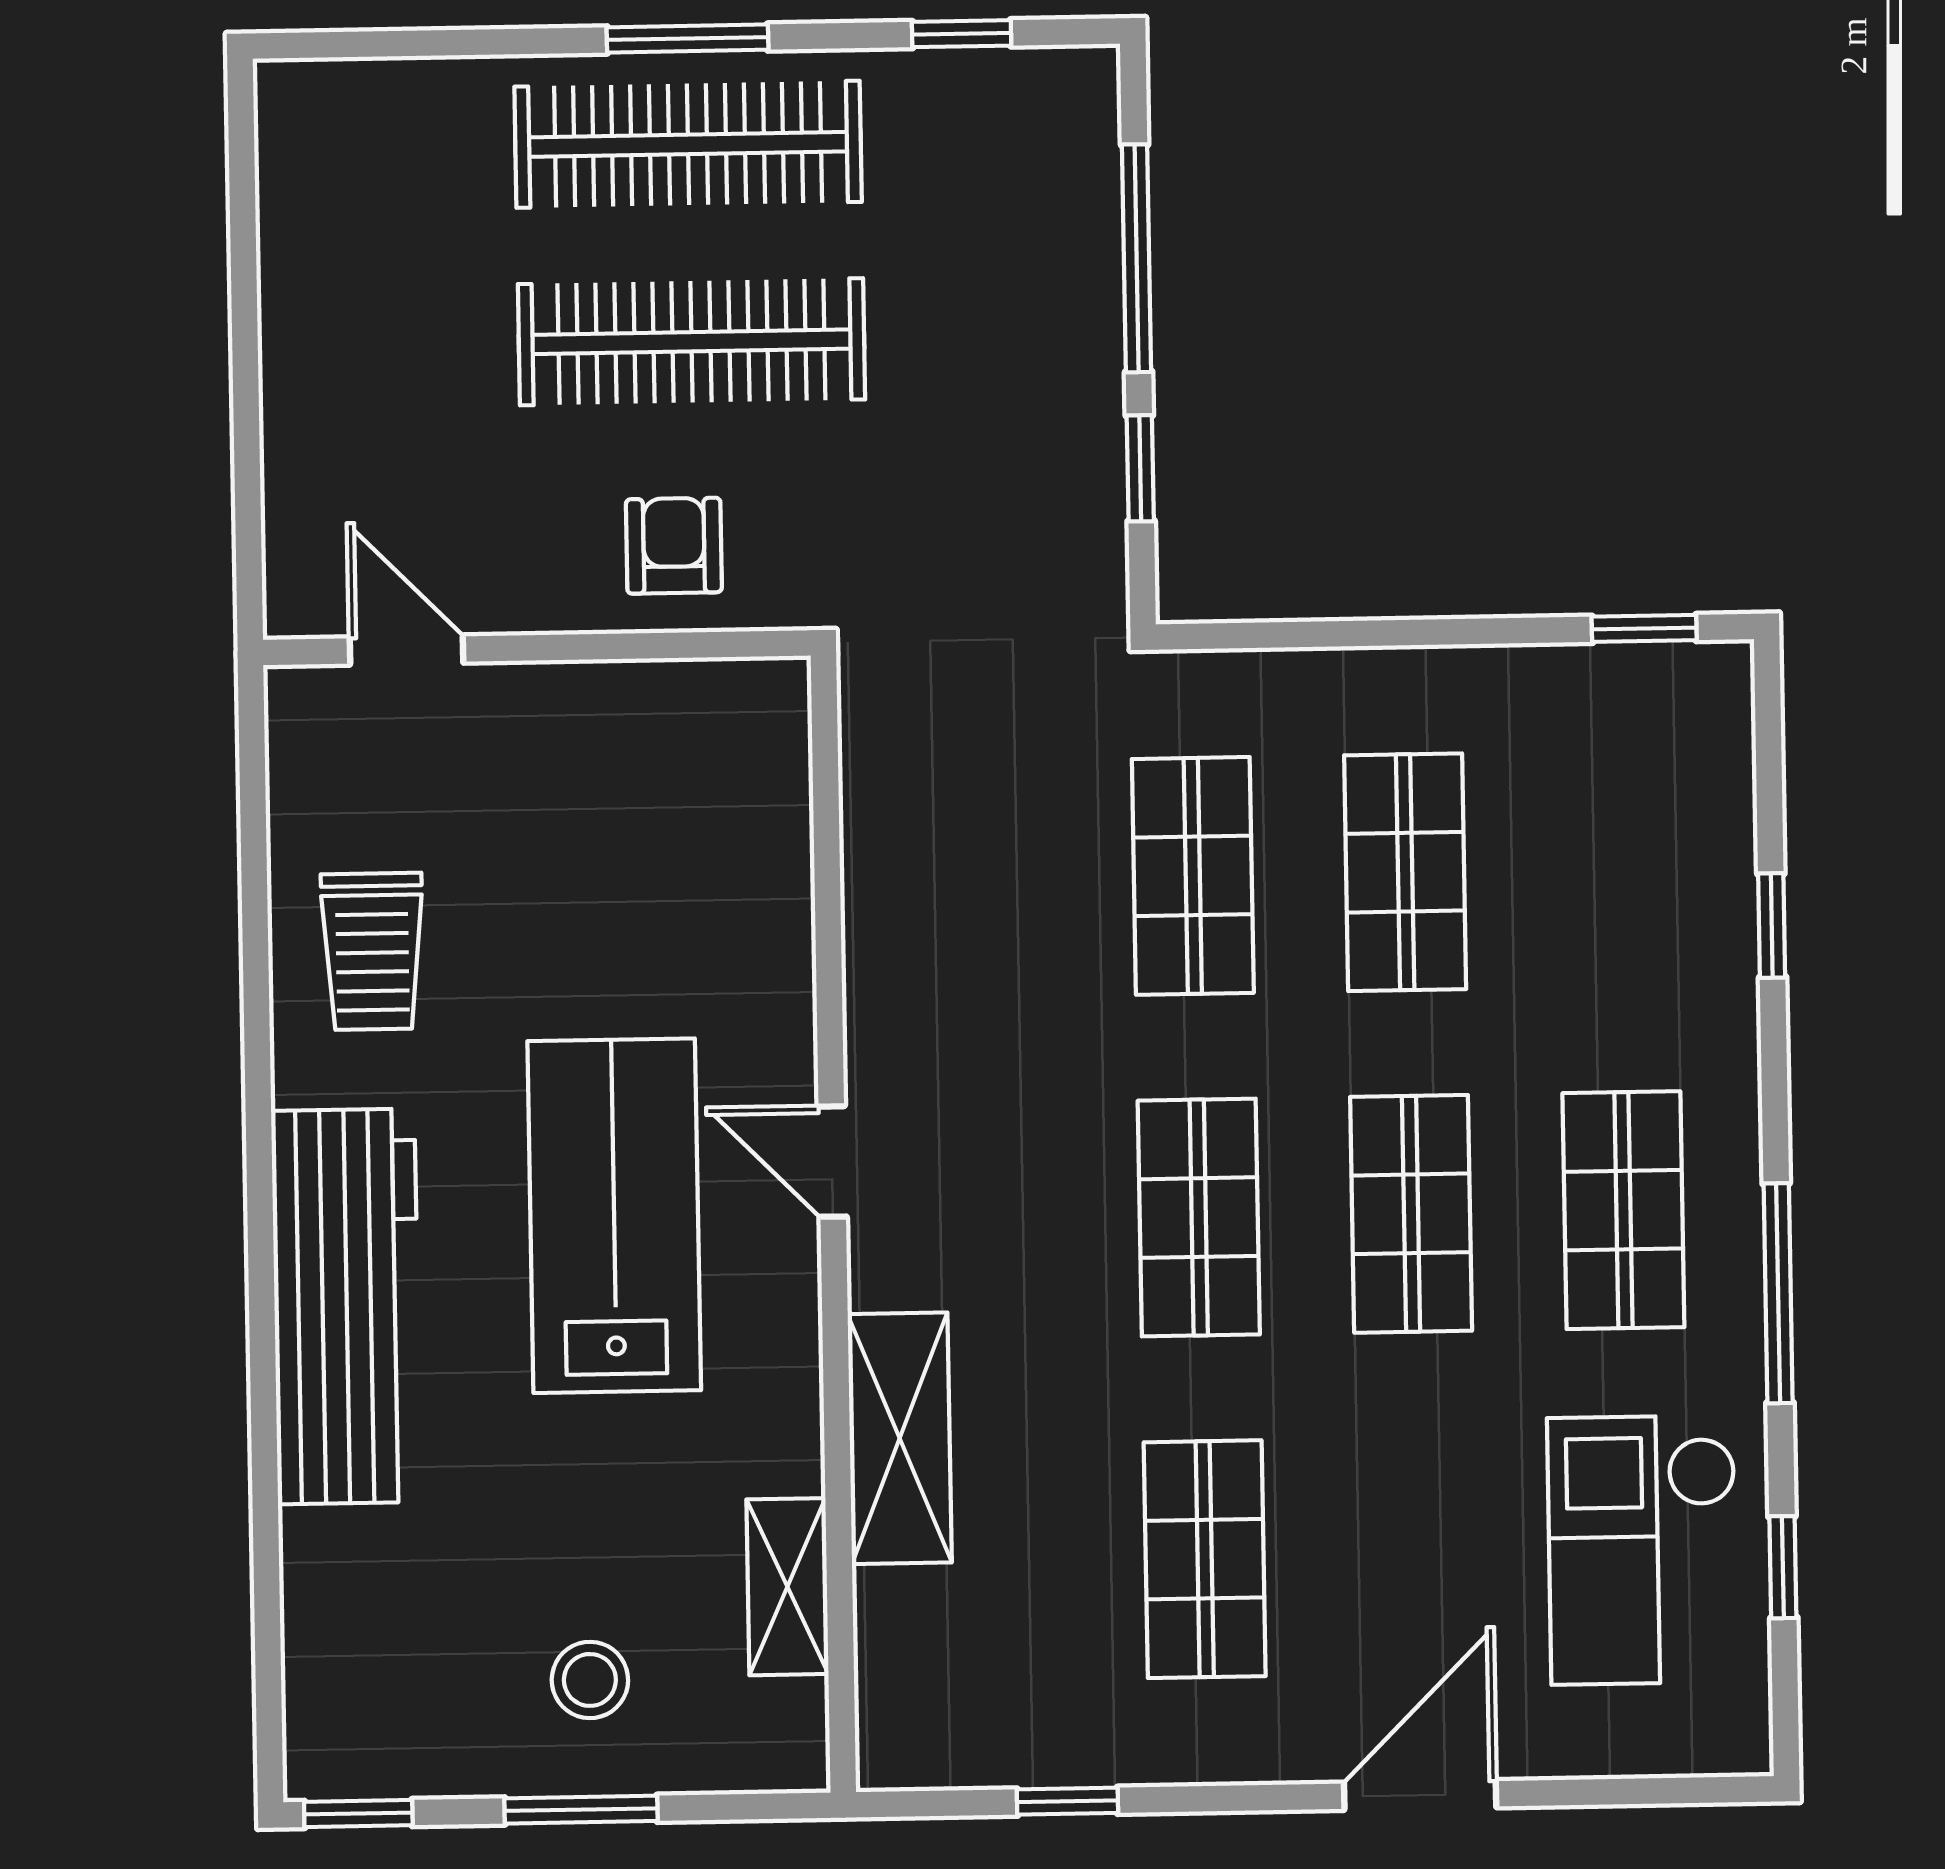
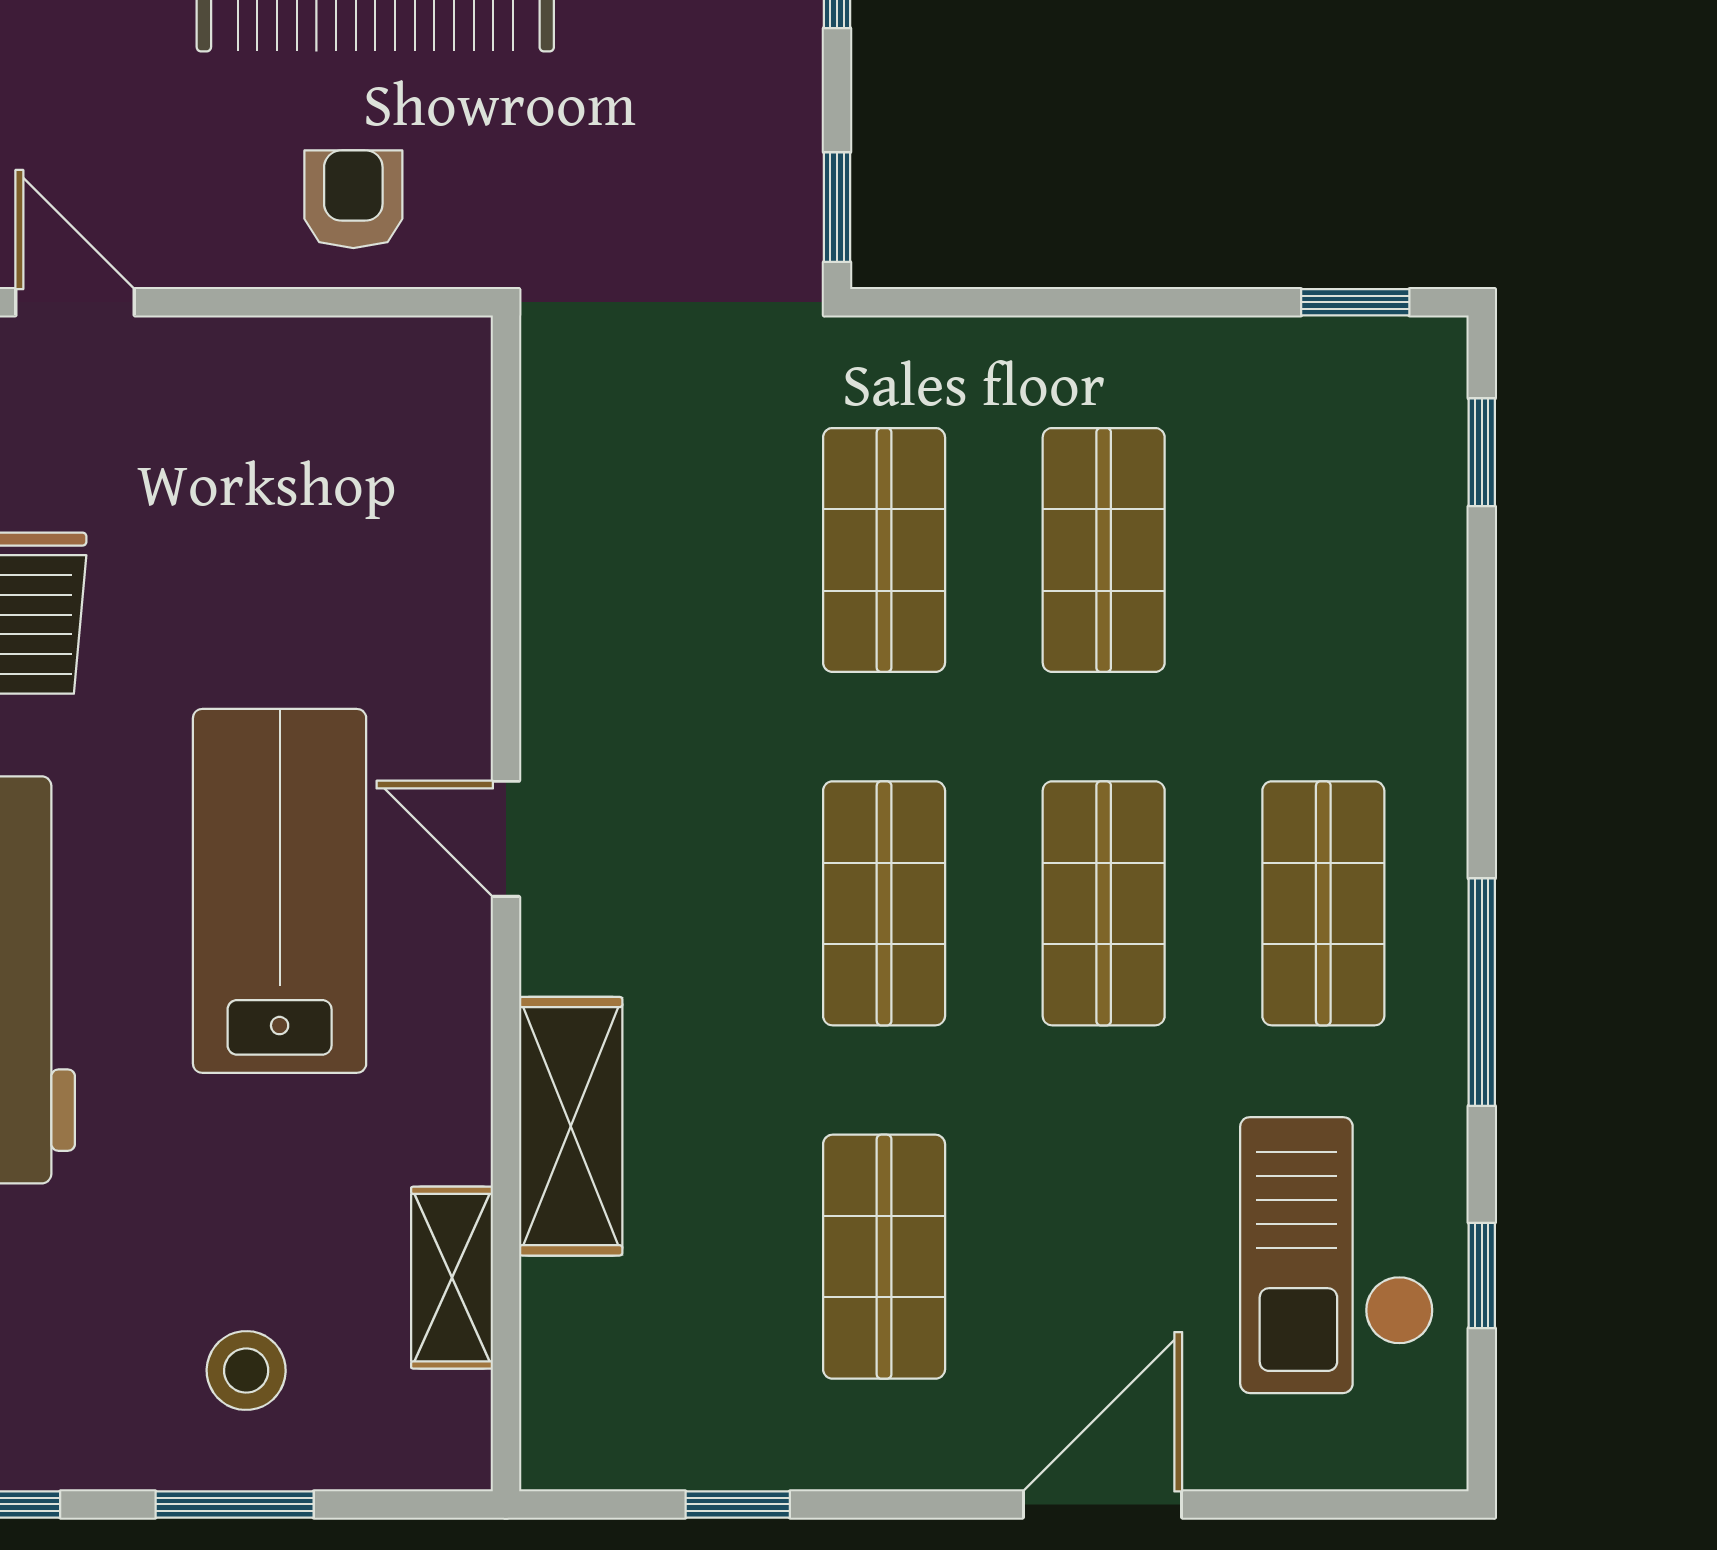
window: (1140, 468) -> (837, 207), moved
window: (1772, 926) -> (1482, 452), moved

